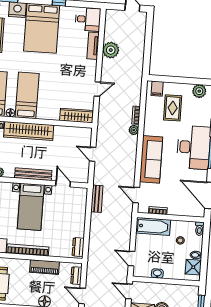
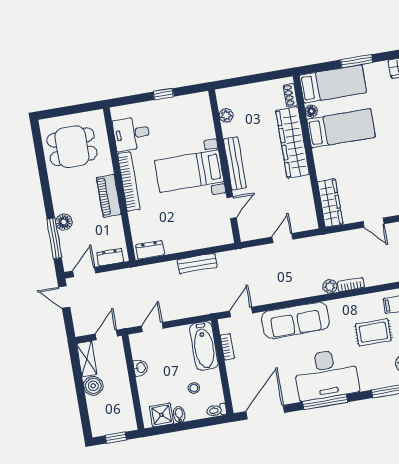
bench: (97, 199) -> (197, 263), moved
piano: (45, 267) -> (109, 196), moved

